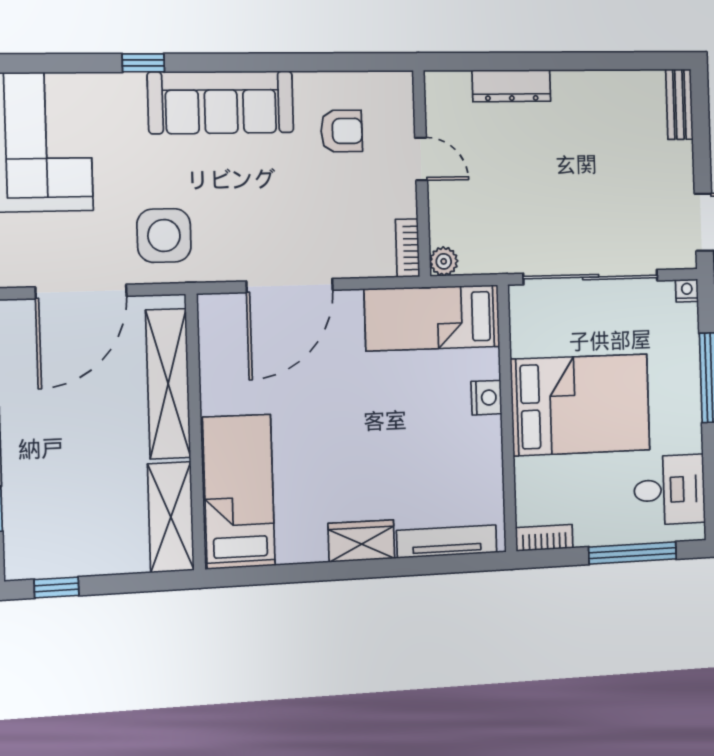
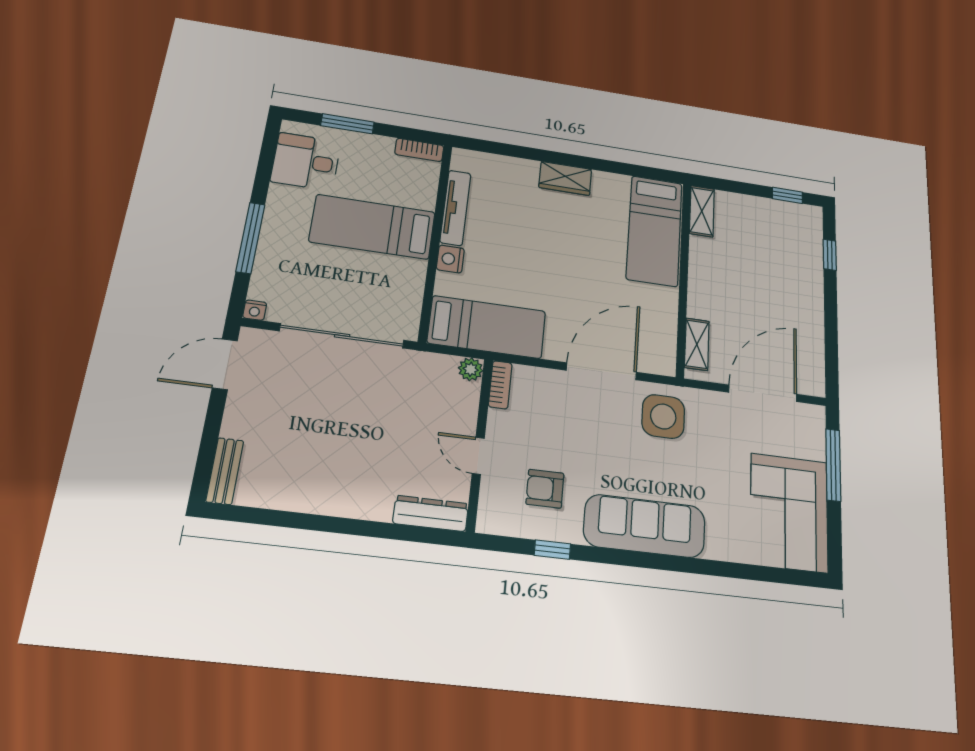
window: (143, 63) -> (552, 550), moved
dresser: (511, 86) -> (431, 513), moved
side table: (164, 235) -> (663, 416), moved
shelving: (168, 384) -> (697, 344), width x0.45, depth x0.75
bed: (580, 405) -> (372, 227), width x0.67
shelving: (171, 517) -> (702, 211), width x0.67, depth x0.75
tv unit: (447, 542) -> (455, 208), moved, turned -90
window: (633, 553) -> (347, 124), width x0.69

